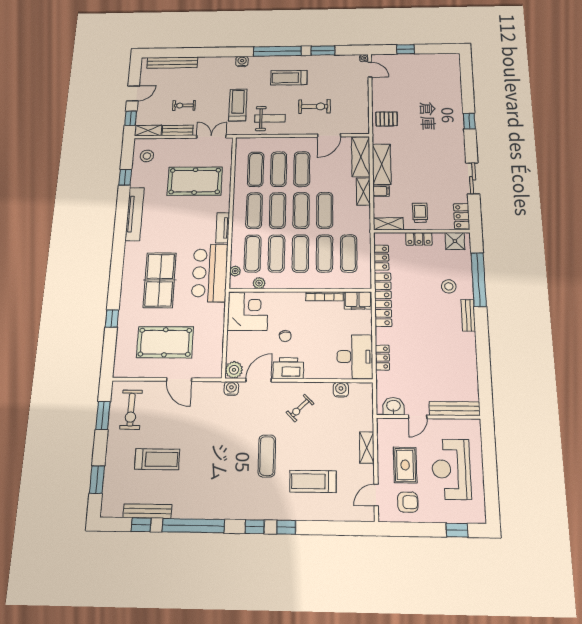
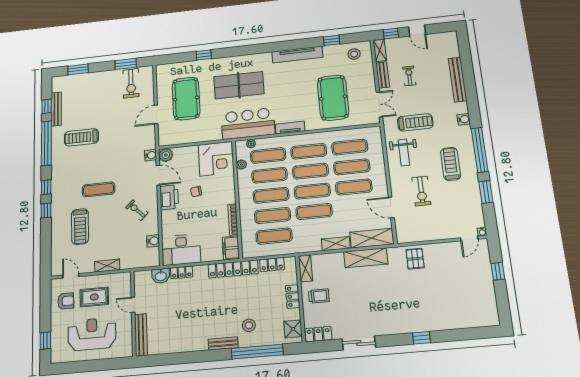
bench: (172, 63) -> (458, 80), moved
filing cabinet: (381, 191) -> (338, 259), removed
washbasin: (393, 406) -> (161, 276), moved, turned 90
exercise bike: (131, 410) -> (131, 83), turned -90
treadmill: (157, 459) -> (81, 137), moved, turned 90
treadmill: (313, 481) -> (80, 227), turned 180
armchair: (408, 502) -> (66, 301), turned -90

